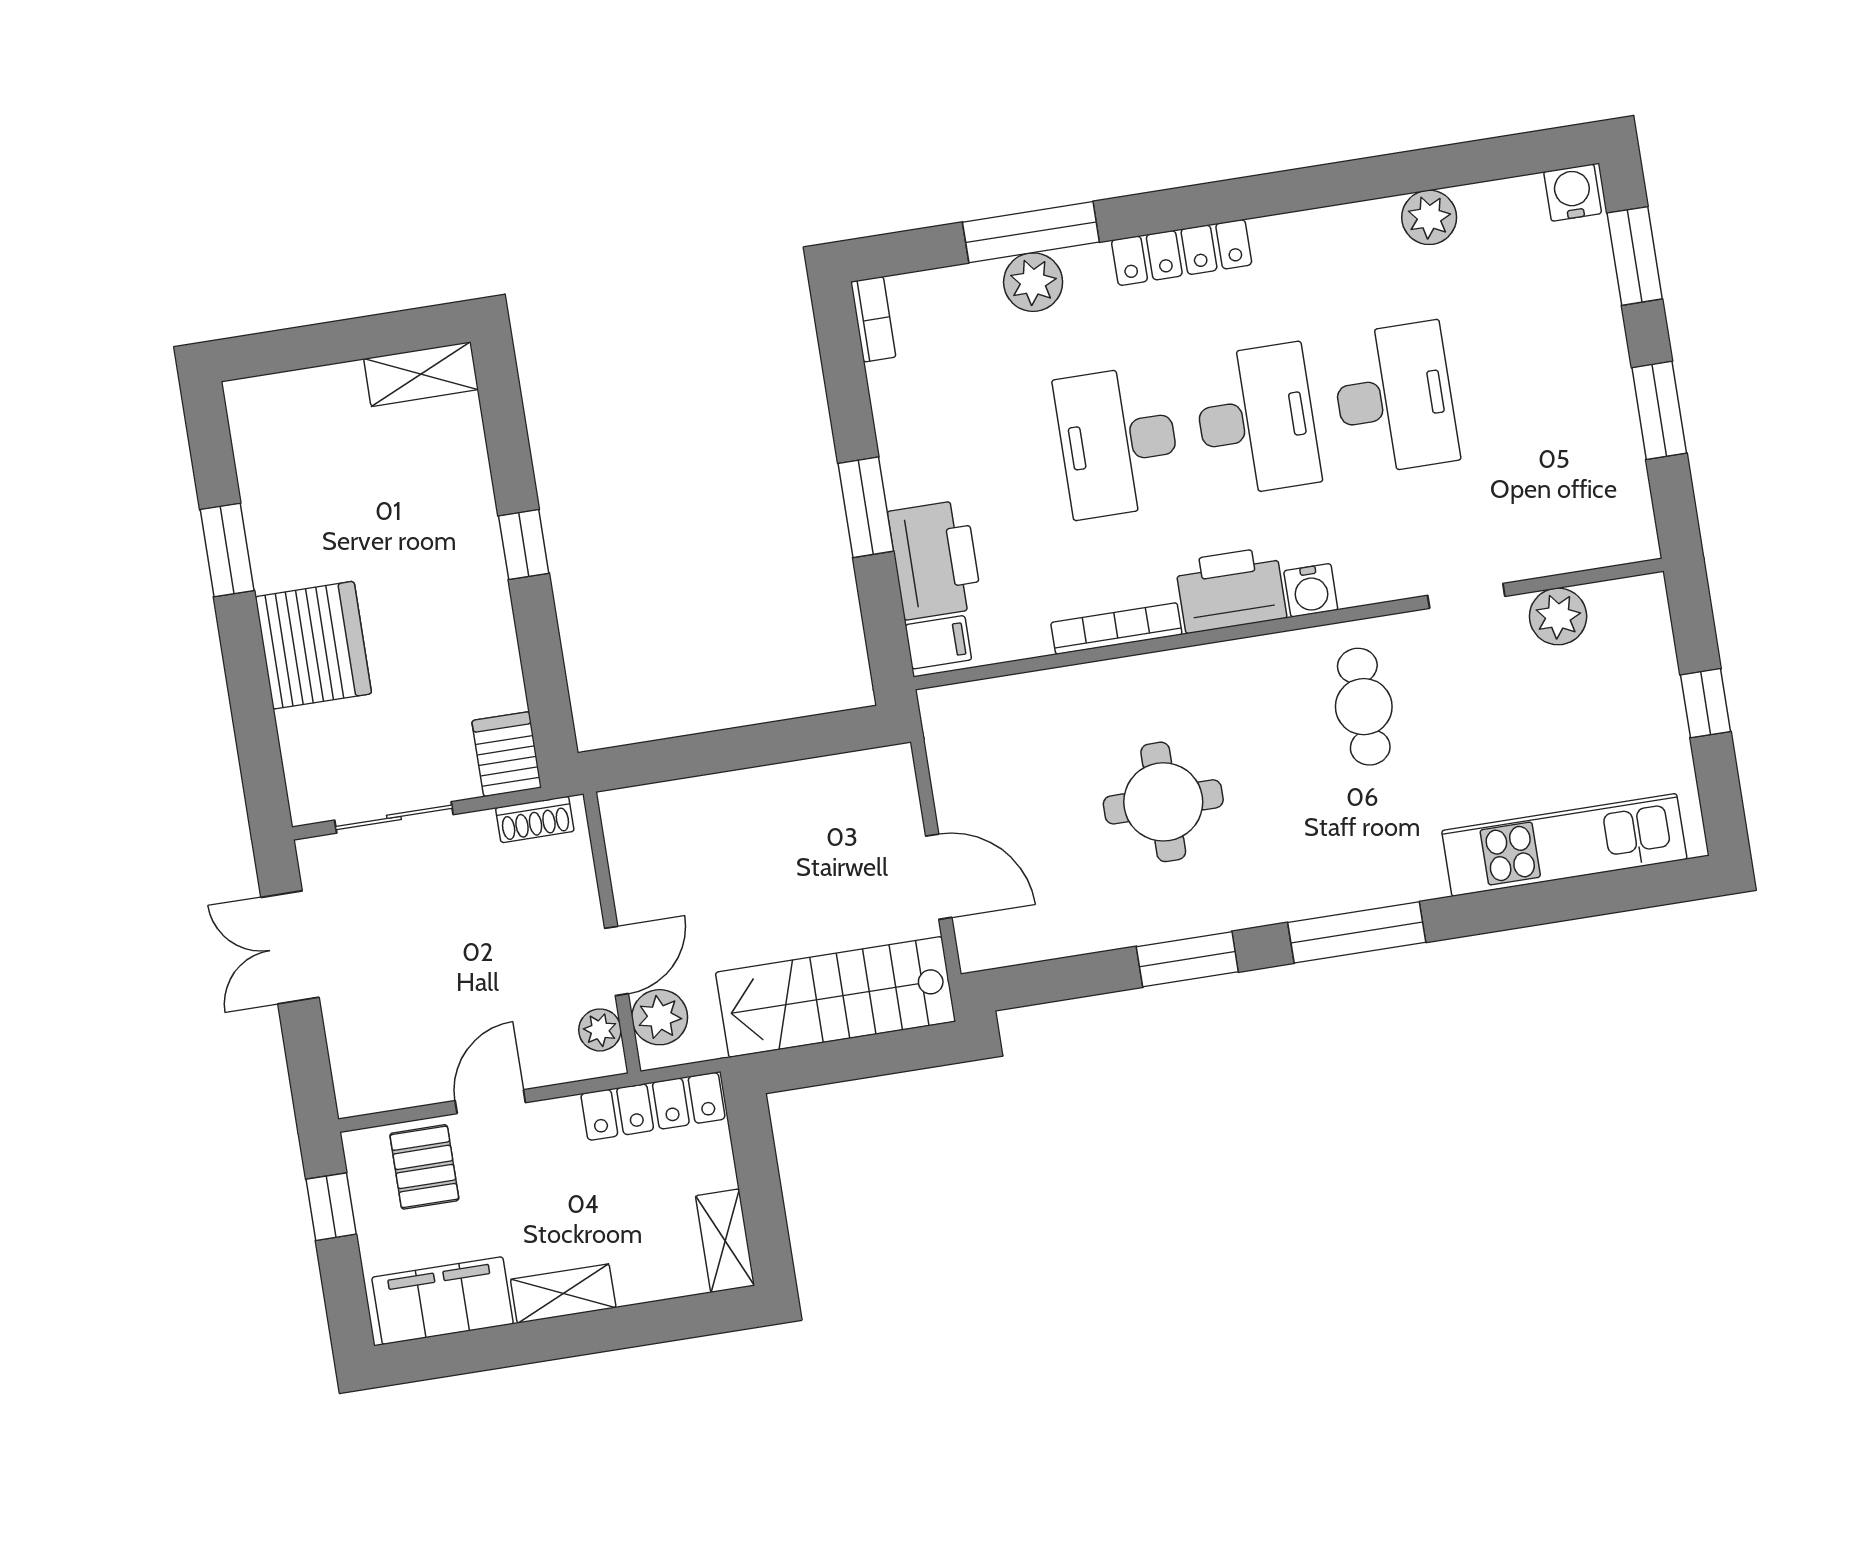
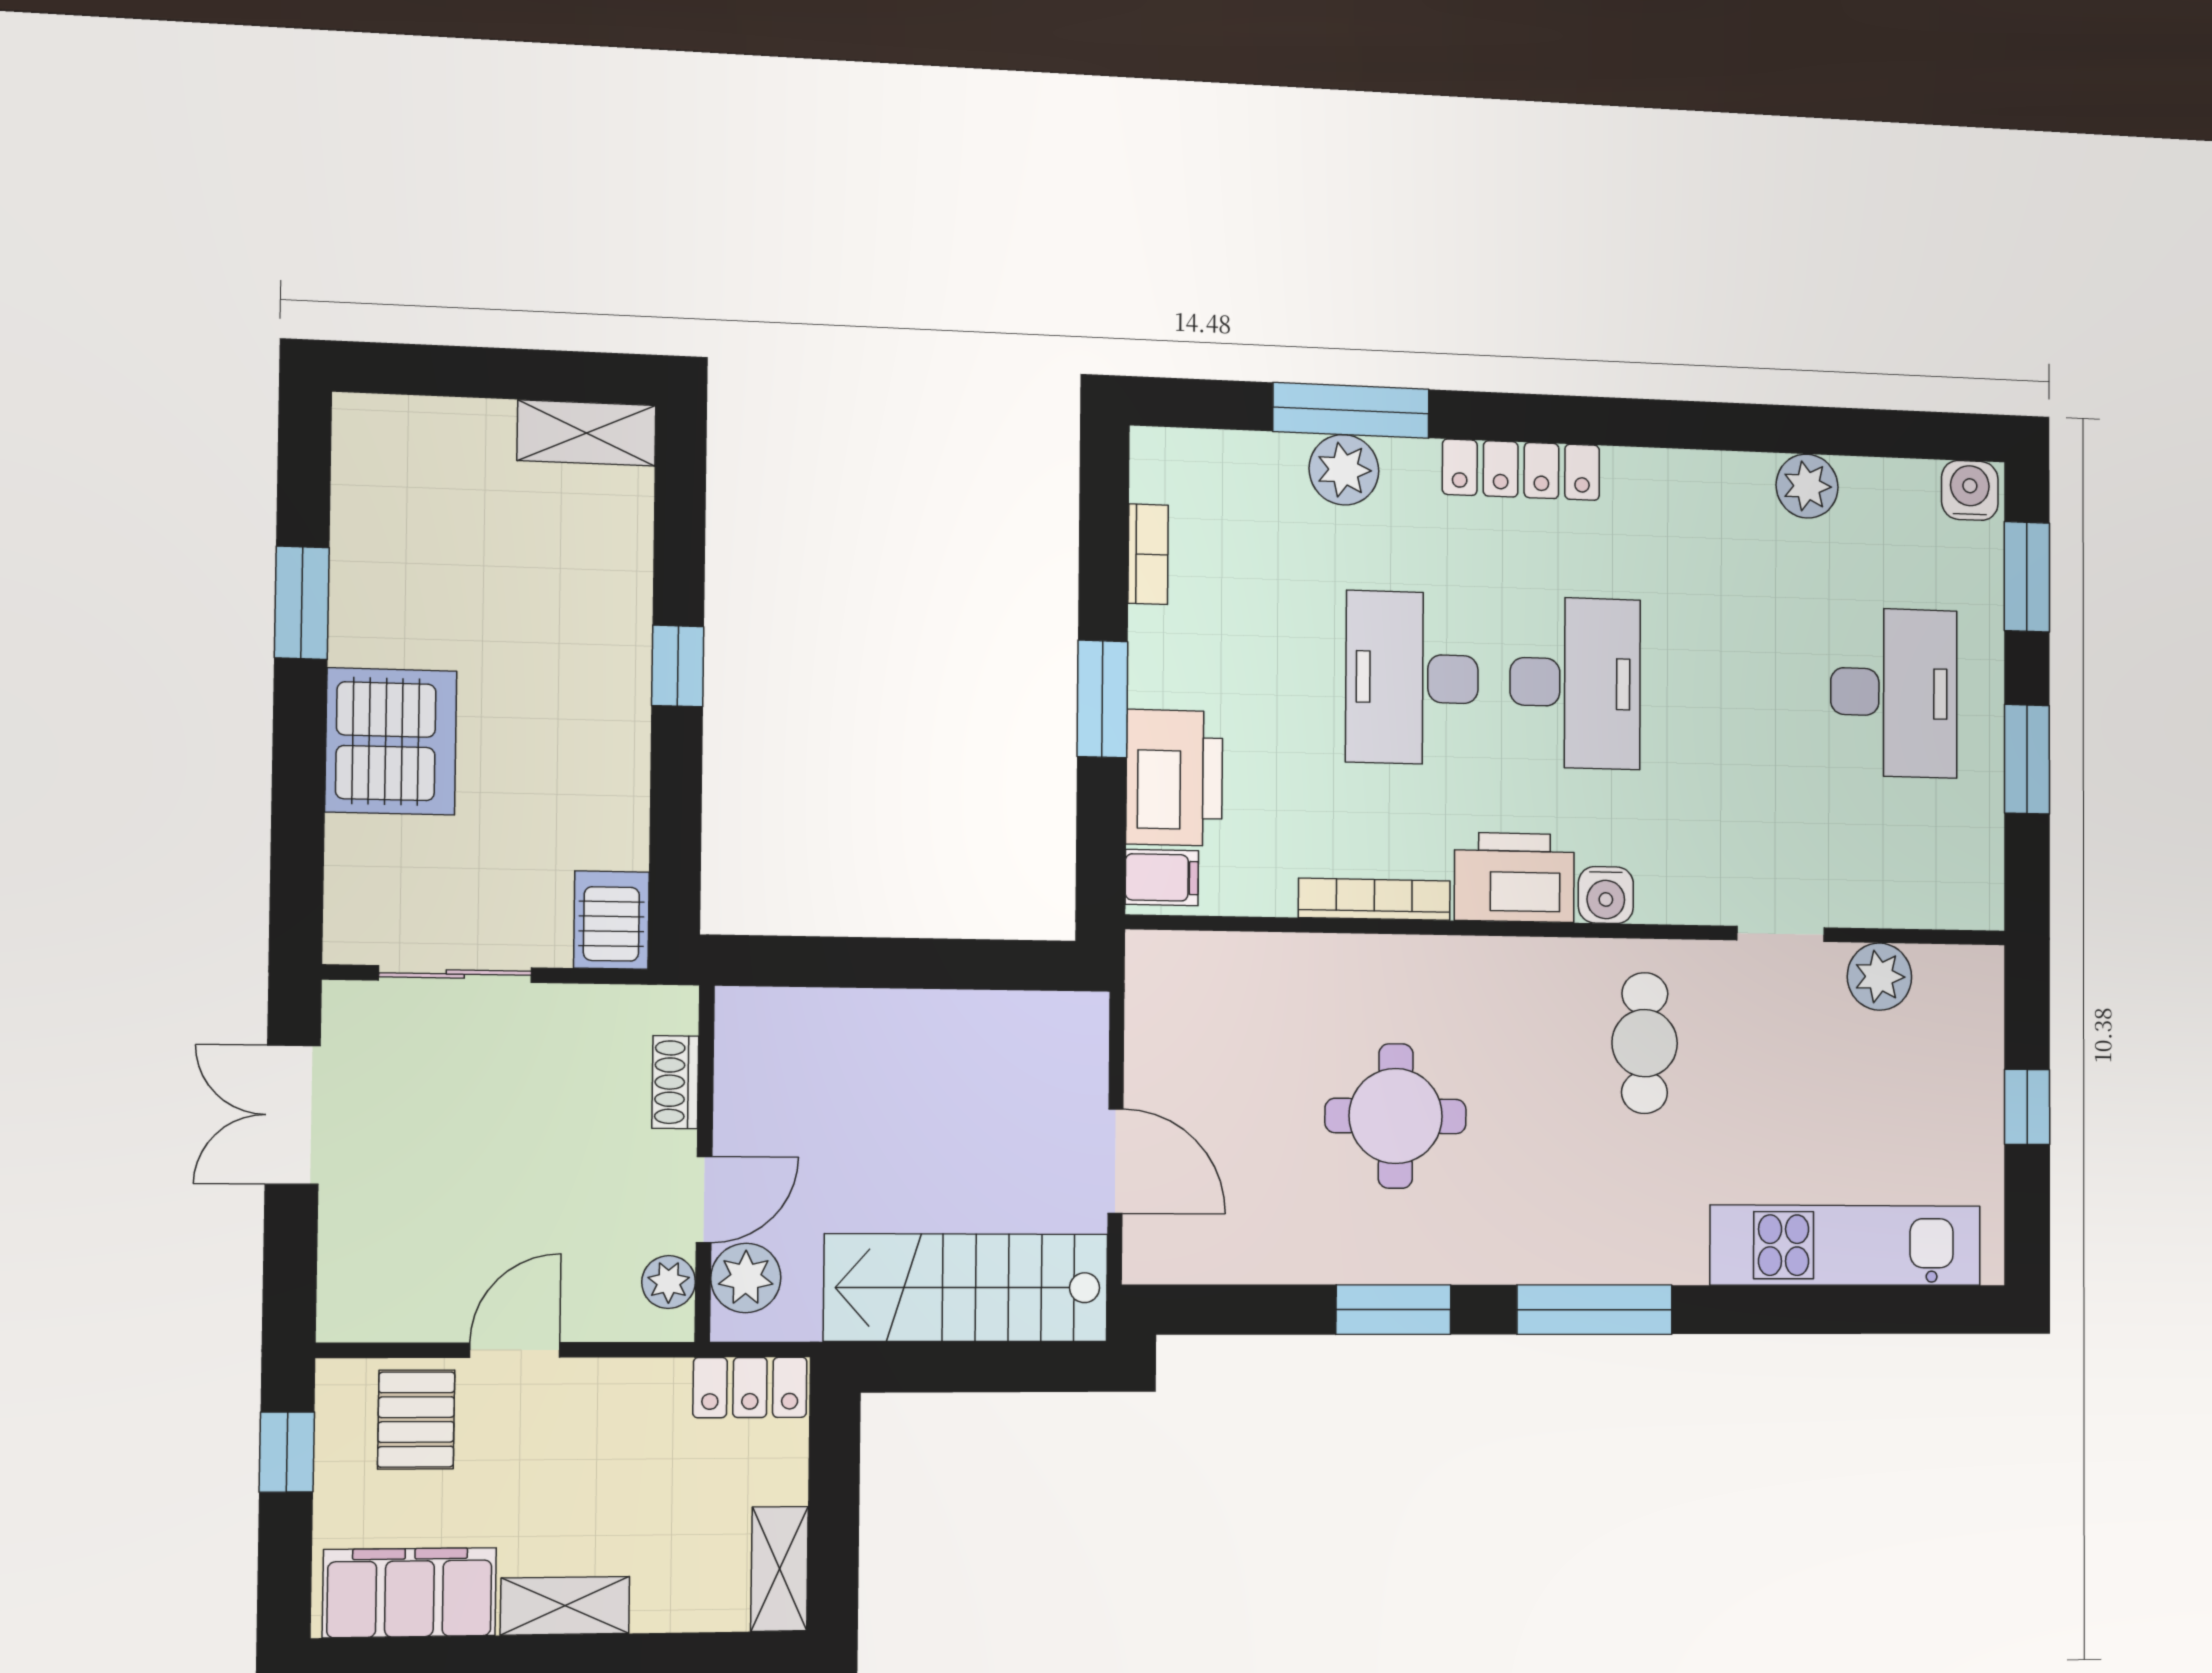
bookcase: (873, 319) -> (1148, 554), moved
desk: (1395, 398) -> (1894, 693), moved
shoe rack: (535, 819) -> (675, 1082), moved, turned 90
locker: (653, 1106) -> (750, 1387), width x0.66

